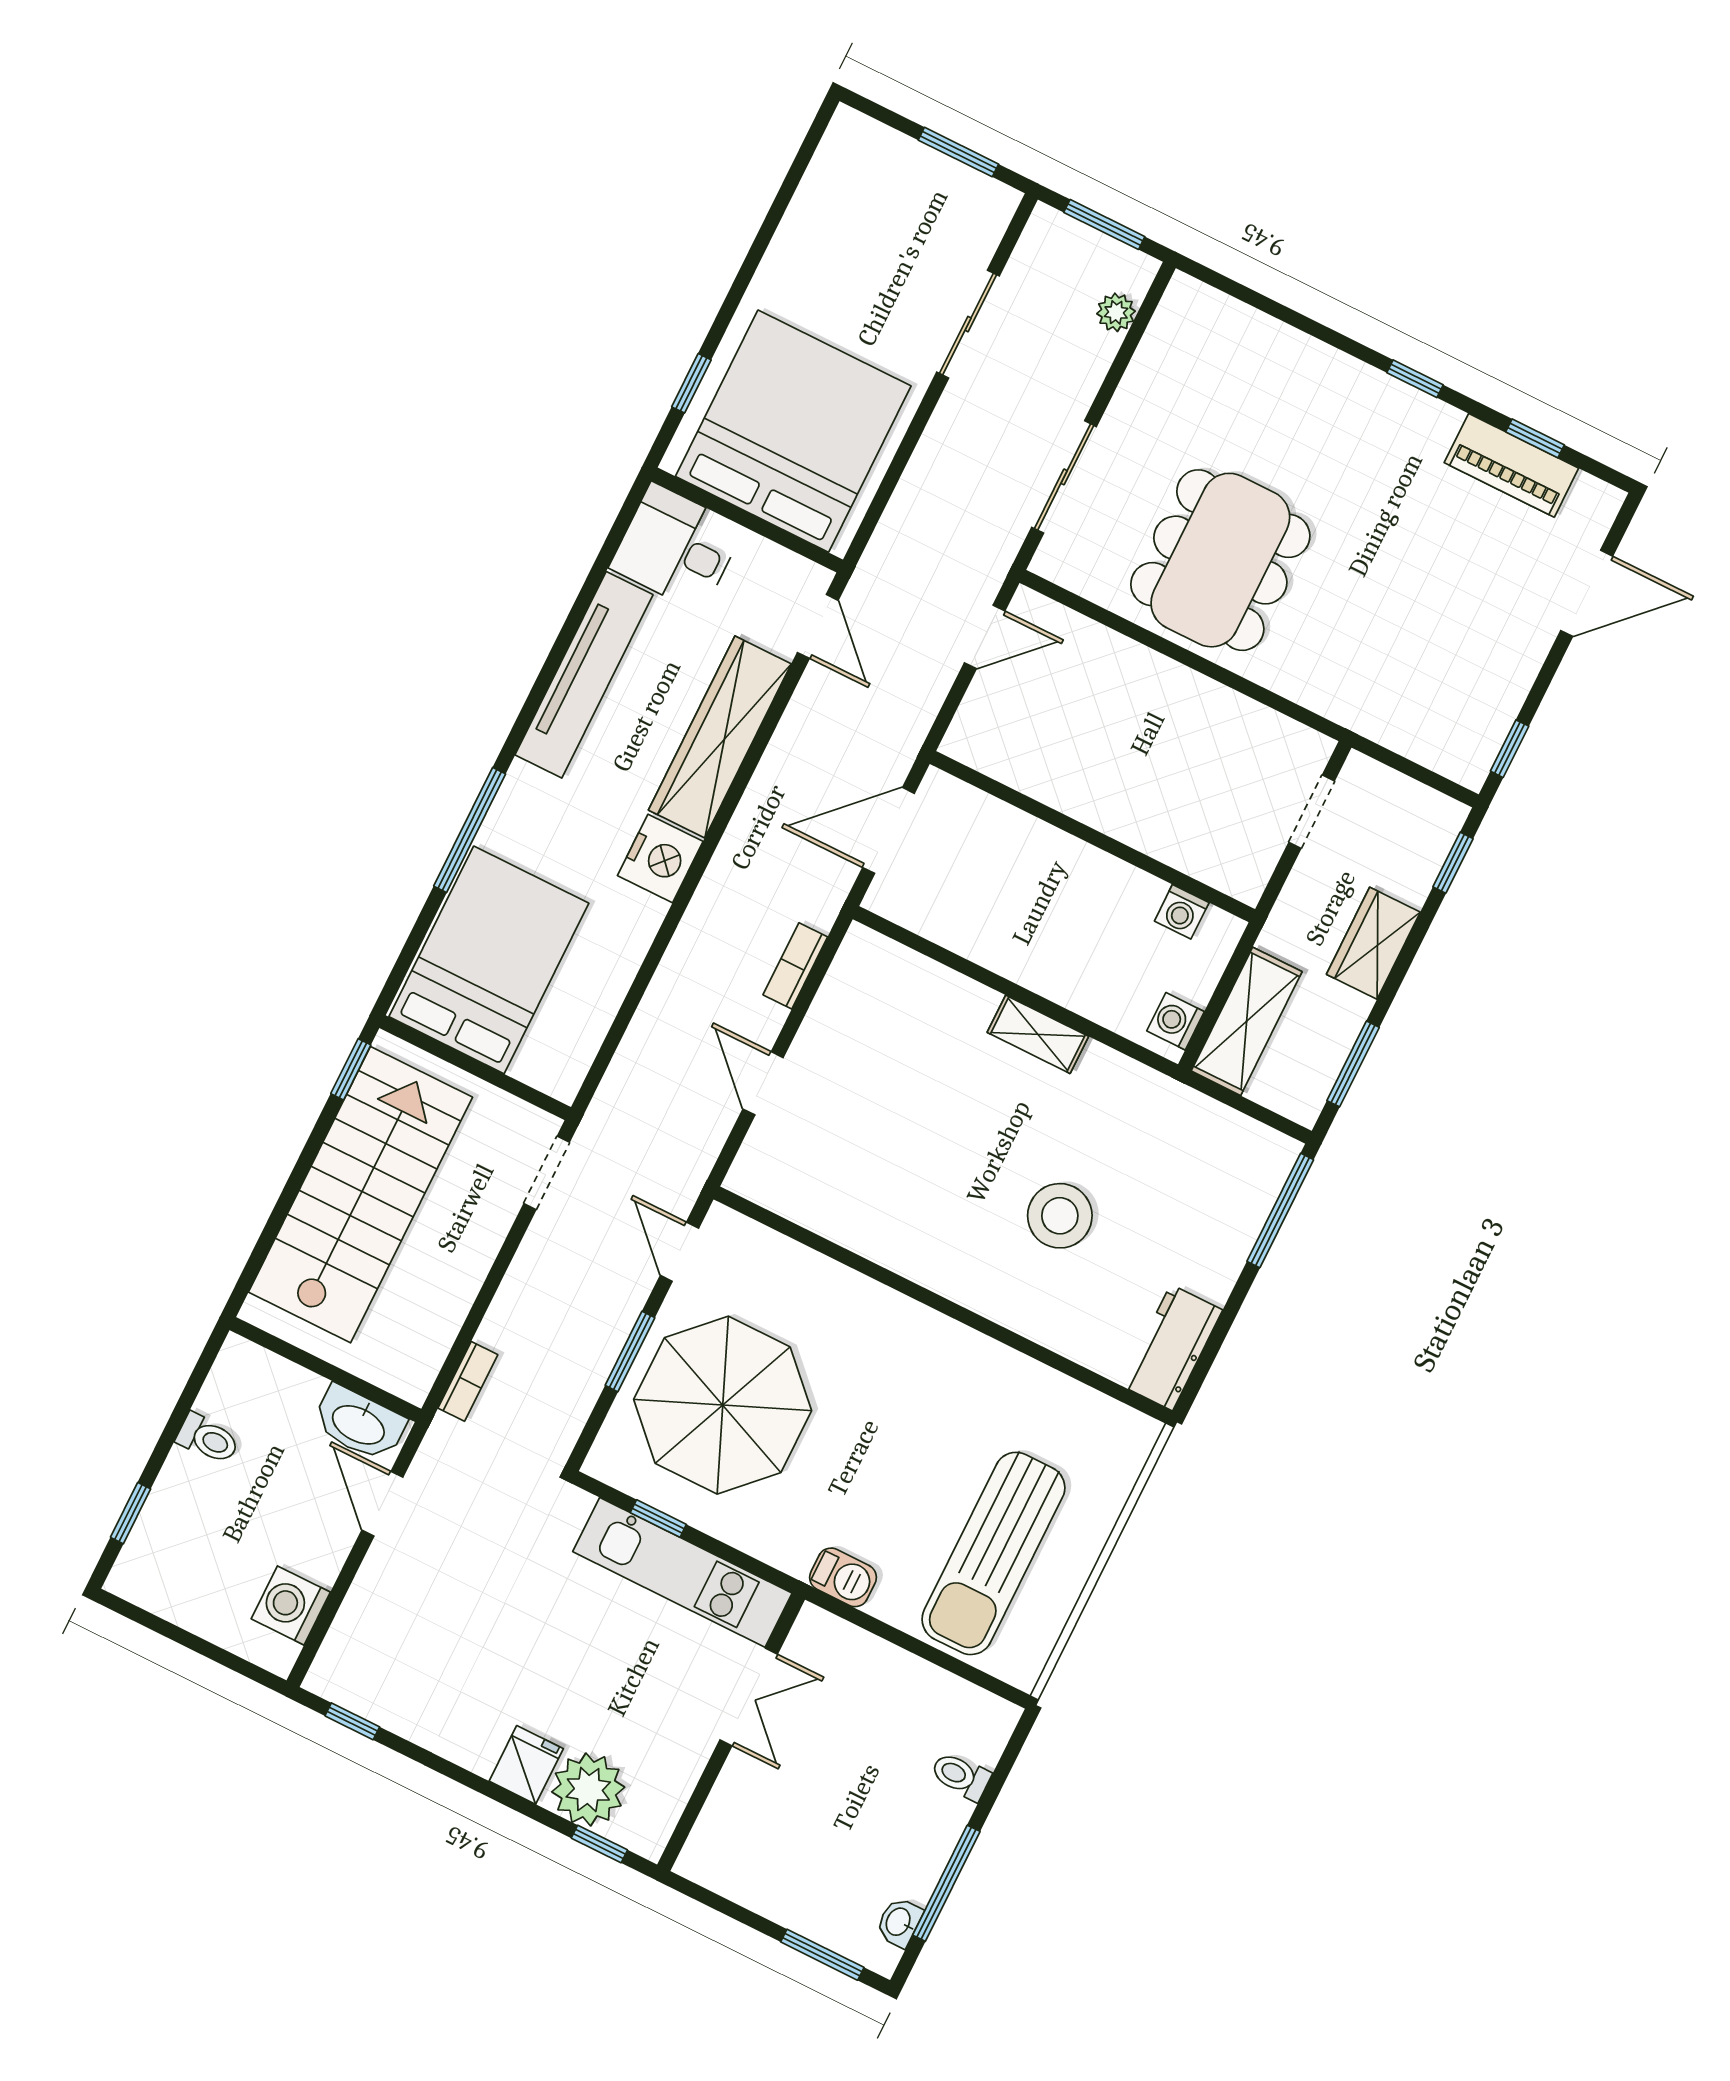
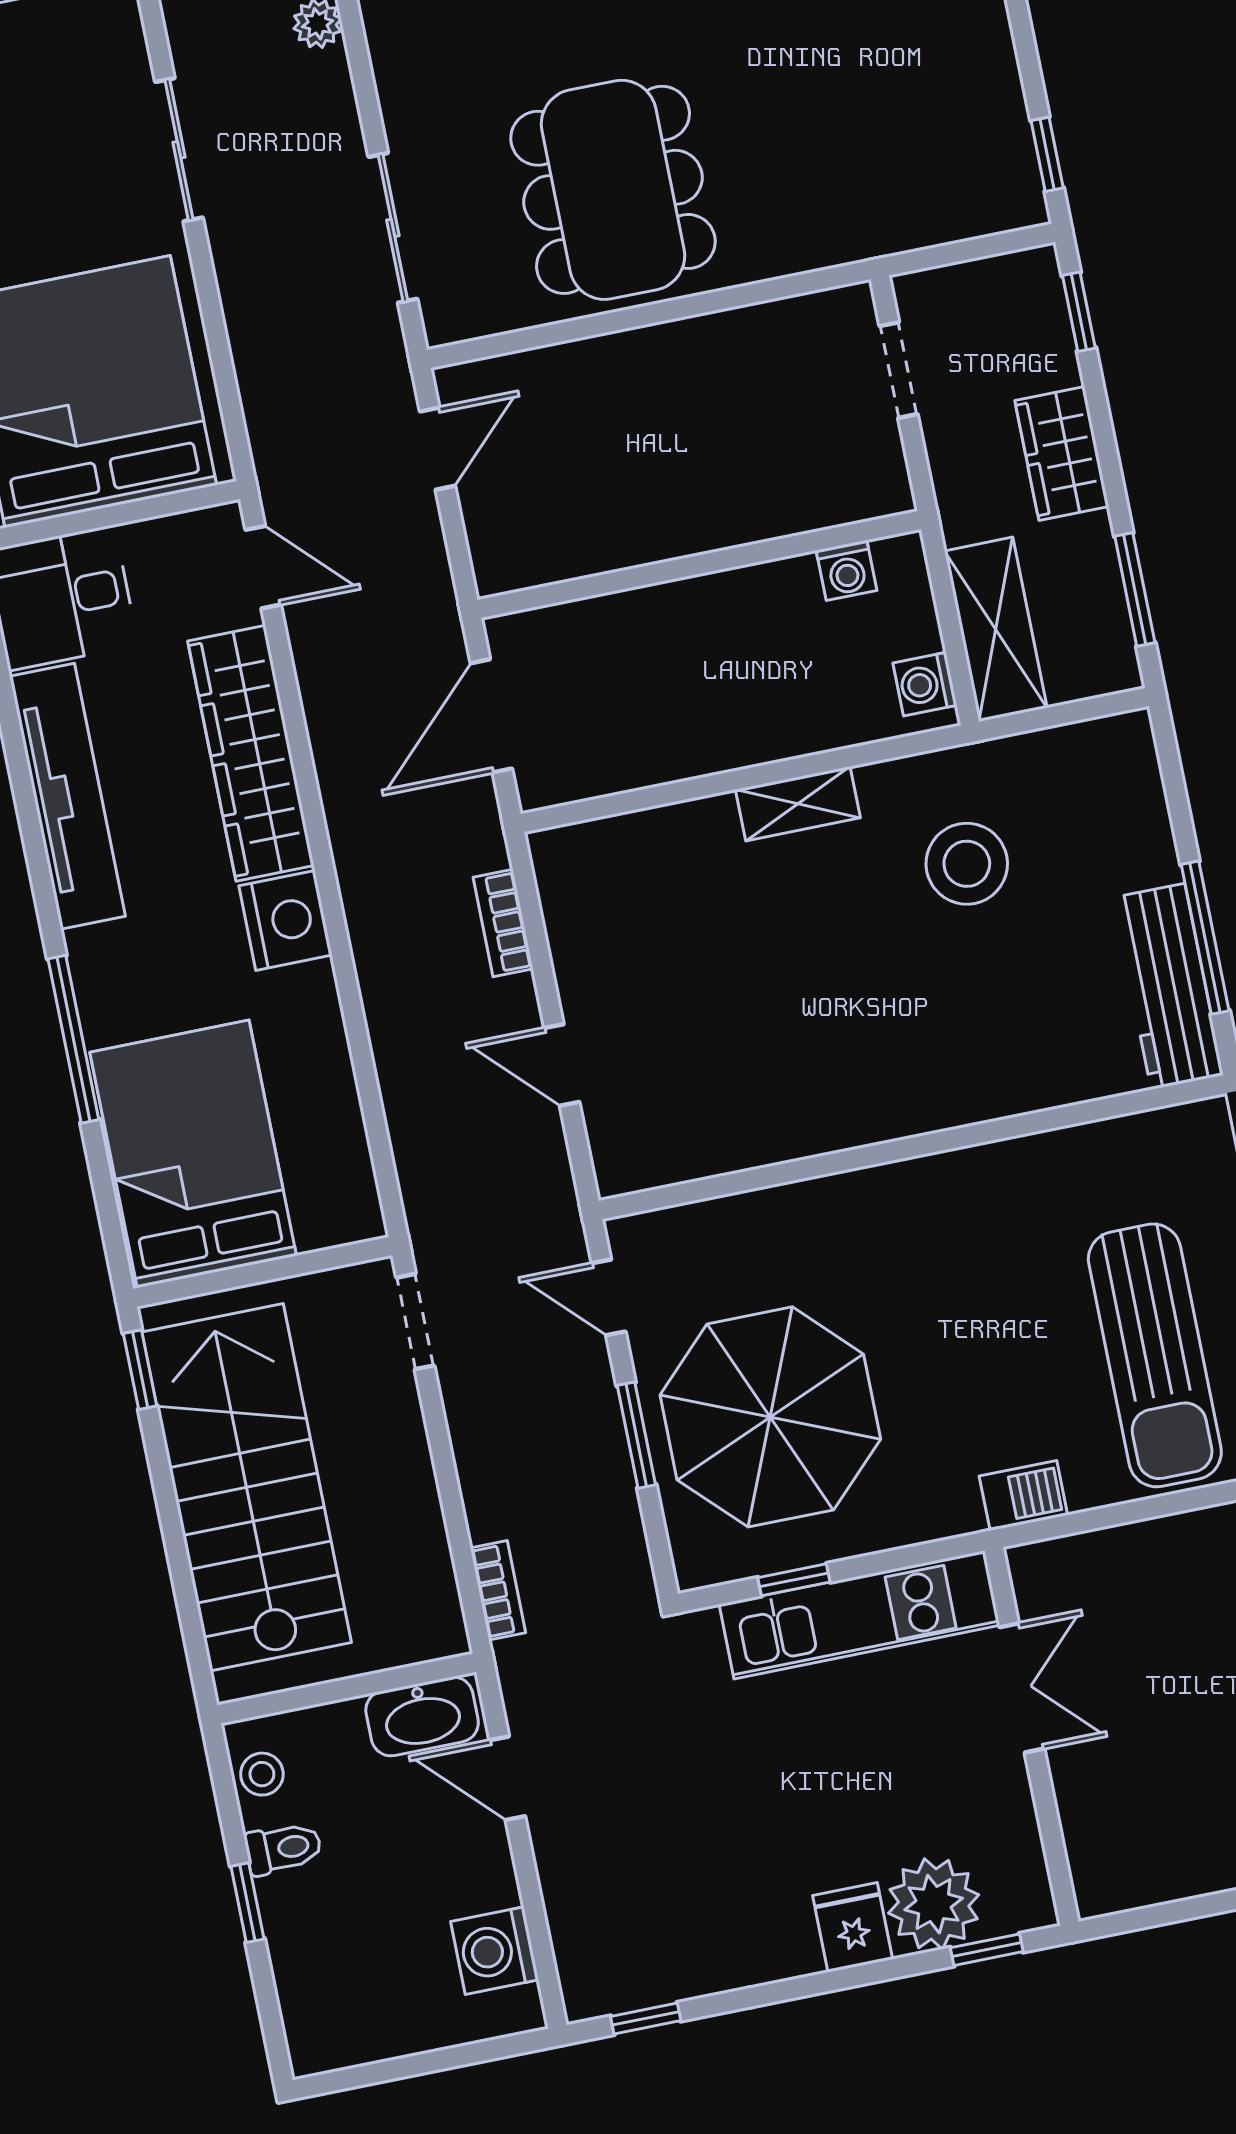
window: (1280, 1211) -> (1205, 938), moved
stool: (1060, 1216) -> (967, 864), moved
workbench: (1172, 1348) -> (1168, 986), width x1.38
stool: (231, 1382) -> (262, 1774), added
window: (131, 1513) -> (248, 1903), moved

